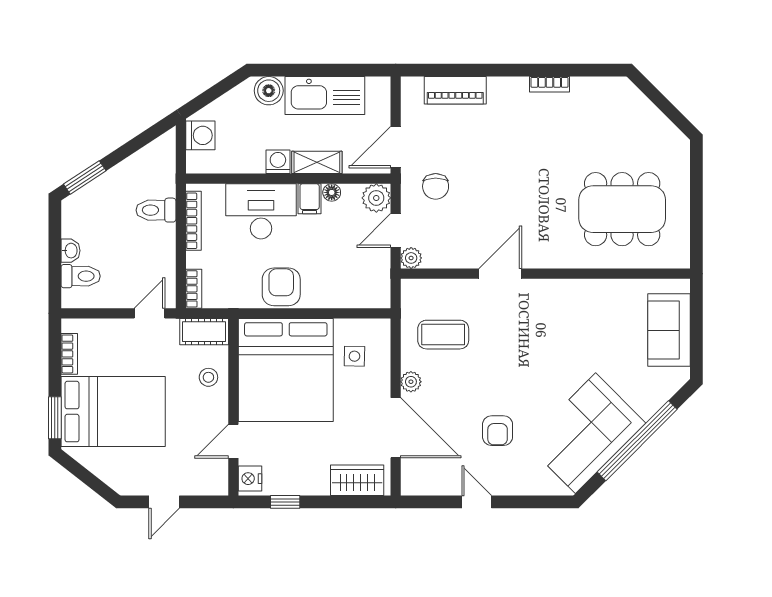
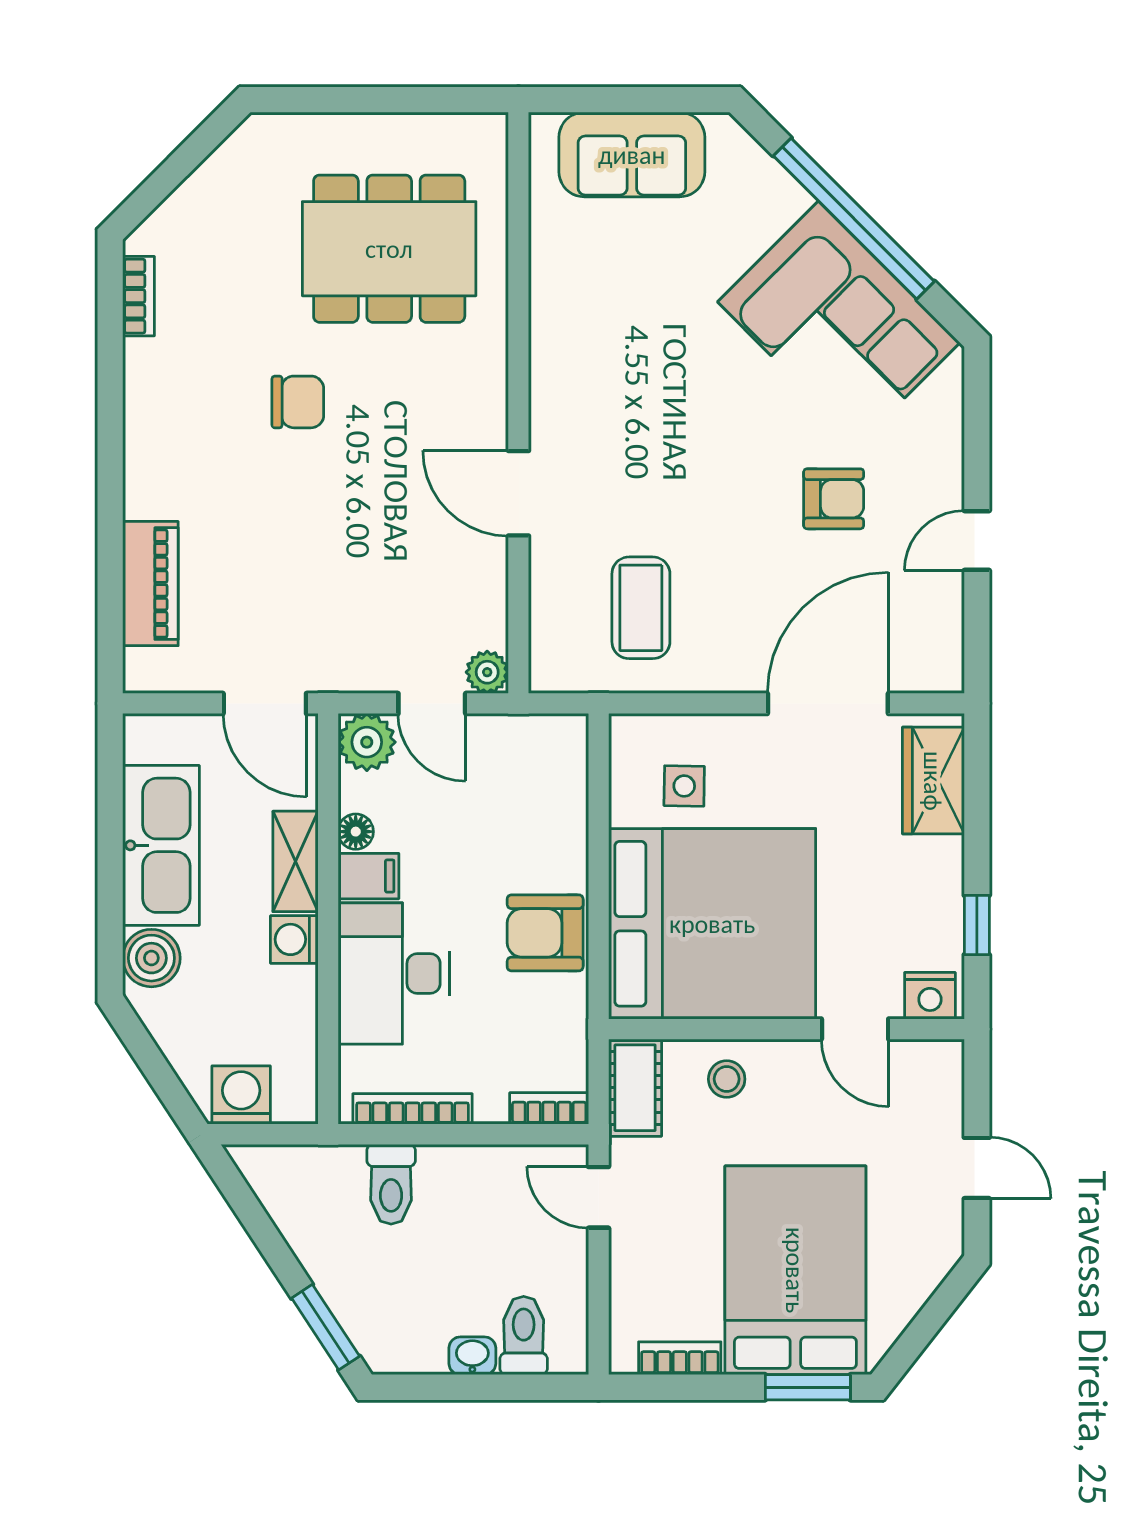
bookcase: (550, 84) -> (139, 296), moved
chair: (436, 186) -> (298, 402), moved
dining table: (622, 209) -> (389, 249), turned 90
plant: (411, 382) -> (736, 673), removed

